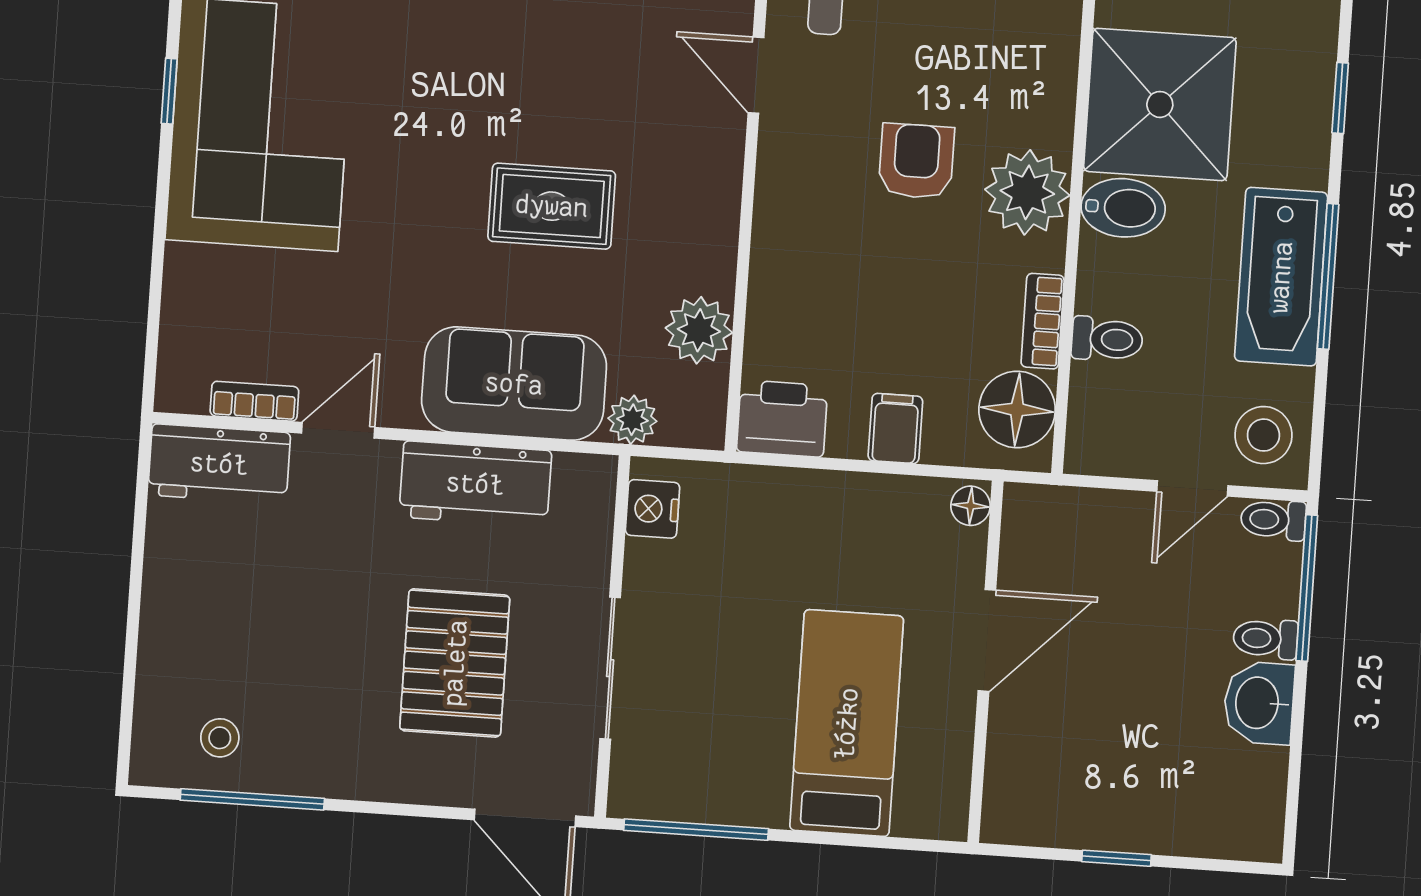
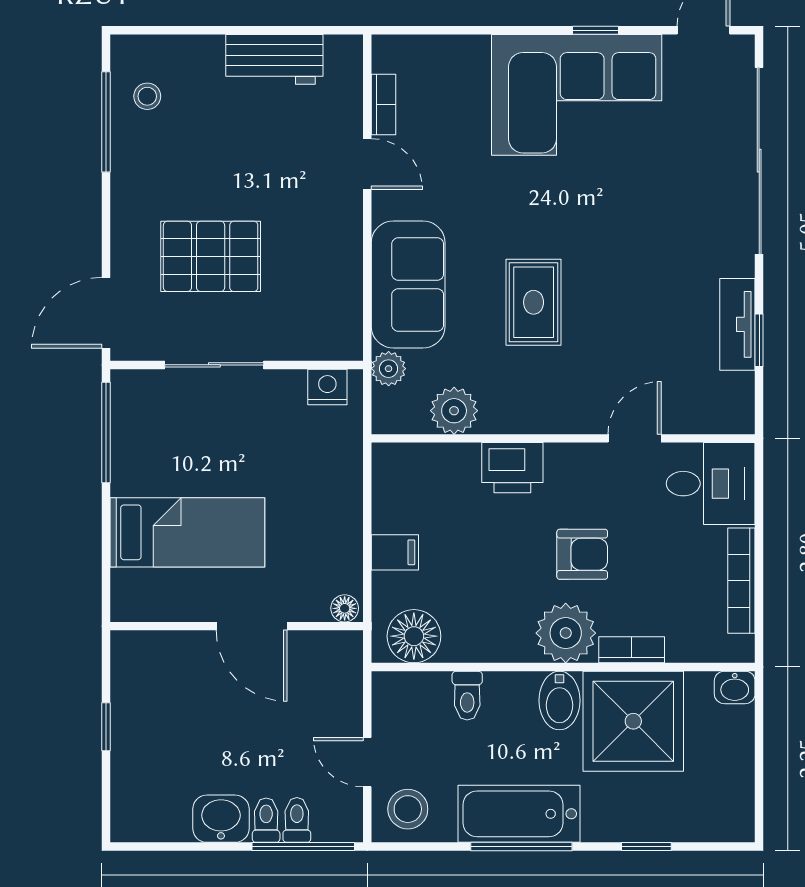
bookcase: (1043, 321) -> (632, 650), moved
printer: (782, 419) -> (512, 468), moved, turned 90
workbench: (219, 464) -> (274, 59), moved, turned -90
workbench: (475, 484) -> (336, 262), removed
toilet: (1273, 520) -> (297, 820), moved

